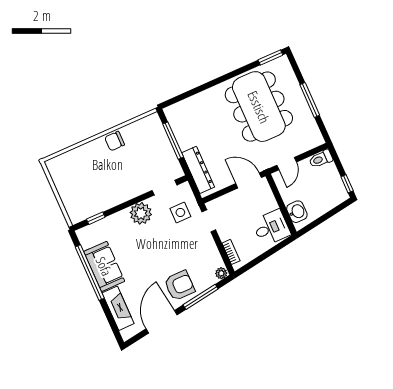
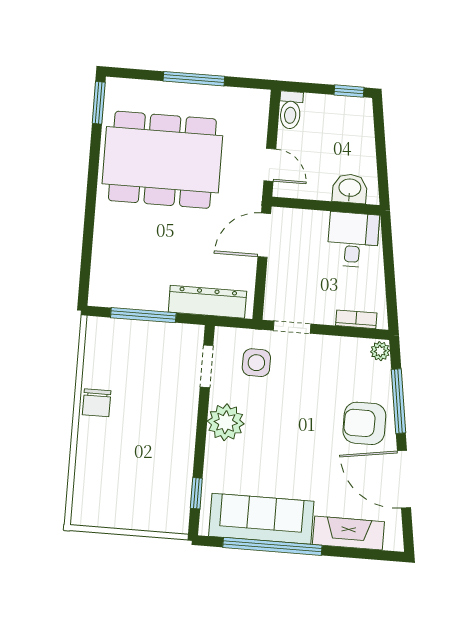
sofa: (104, 266) -> (261, 519), width x1.36
armchair: (179, 286) -> (364, 423), turned -90

